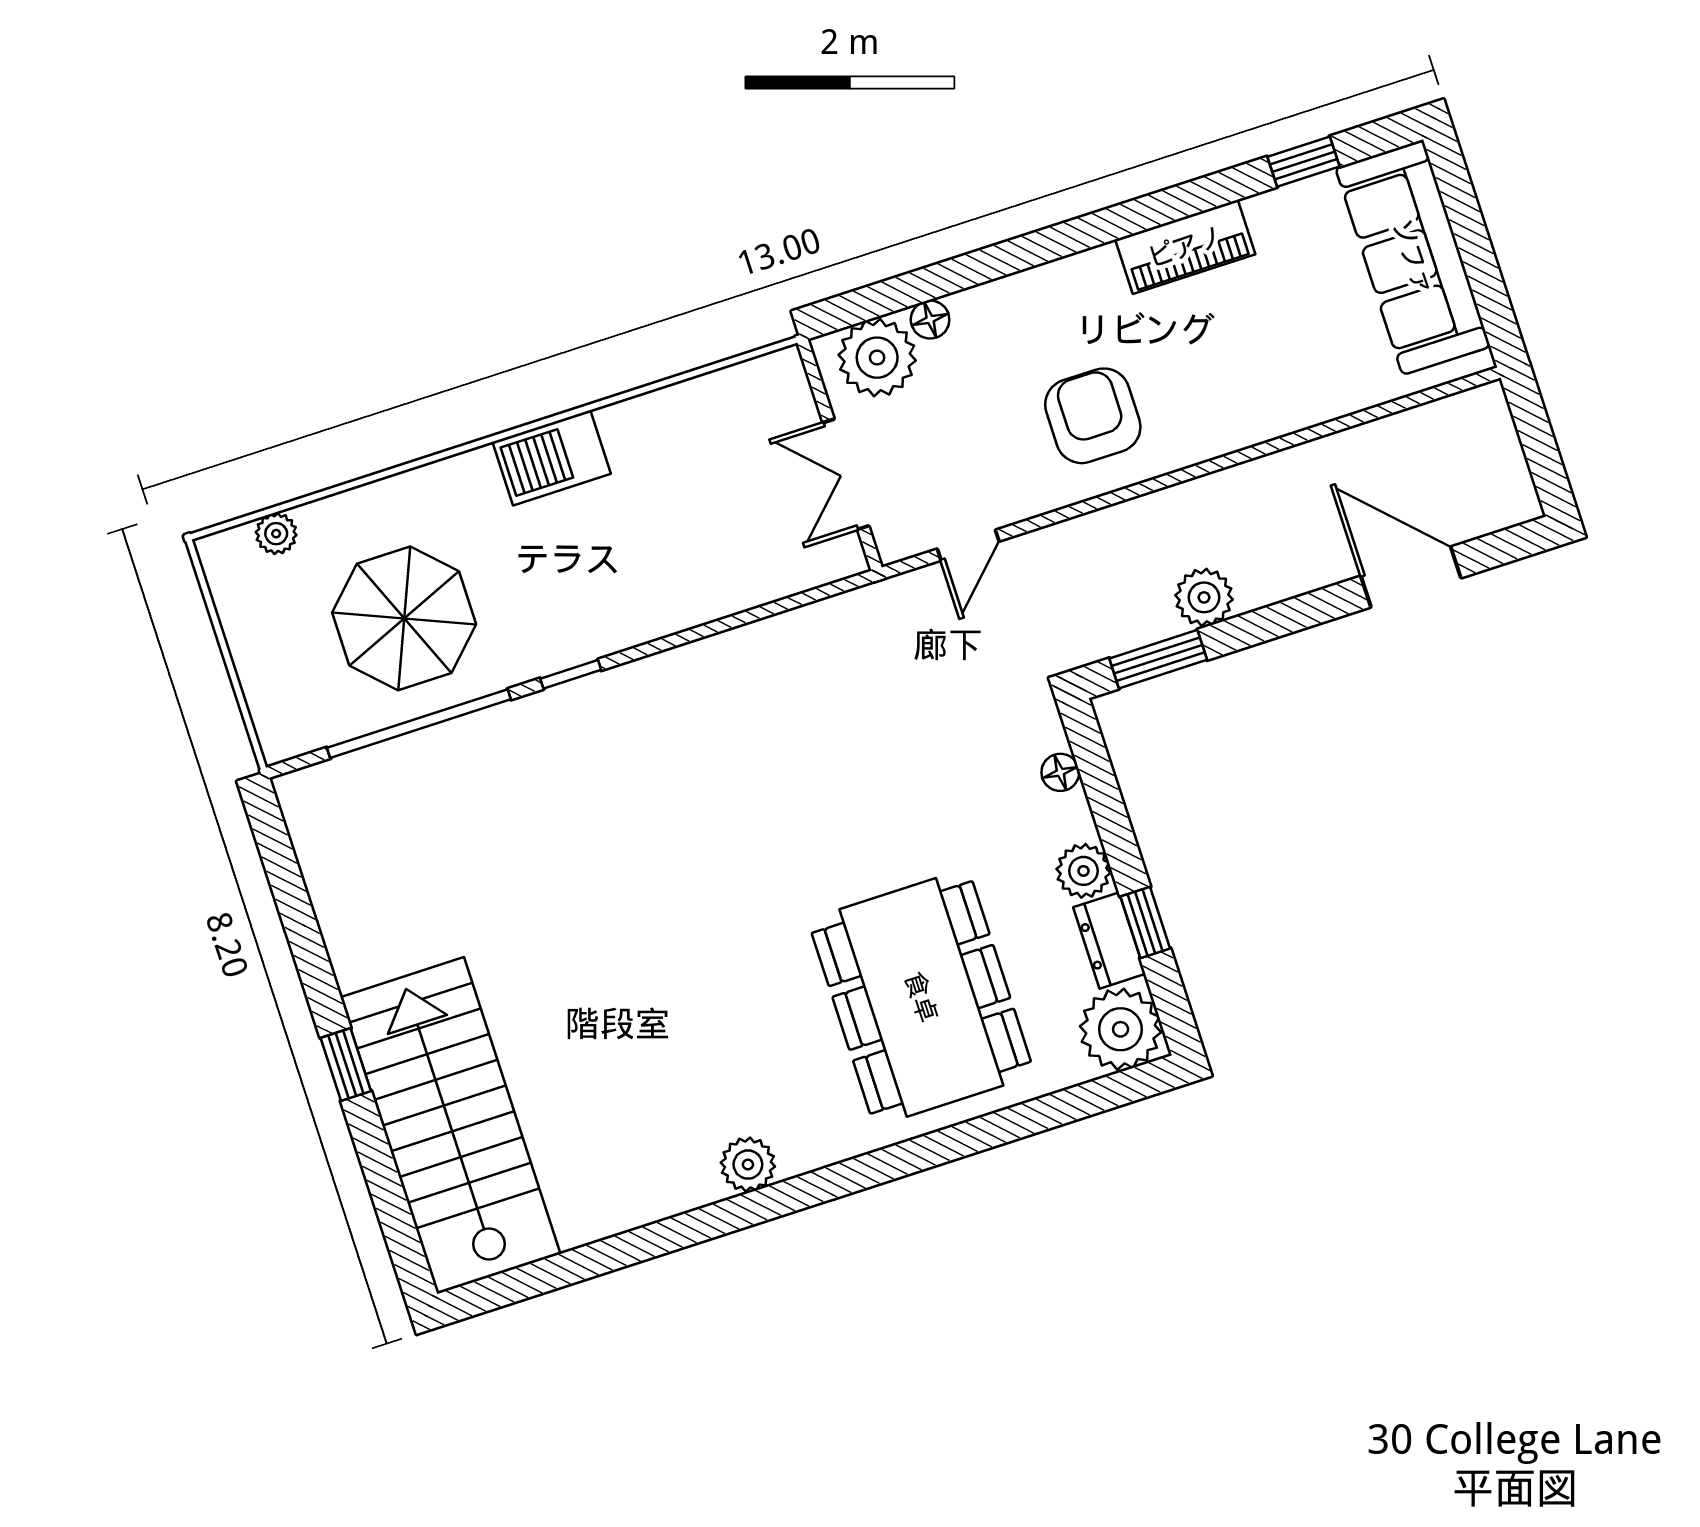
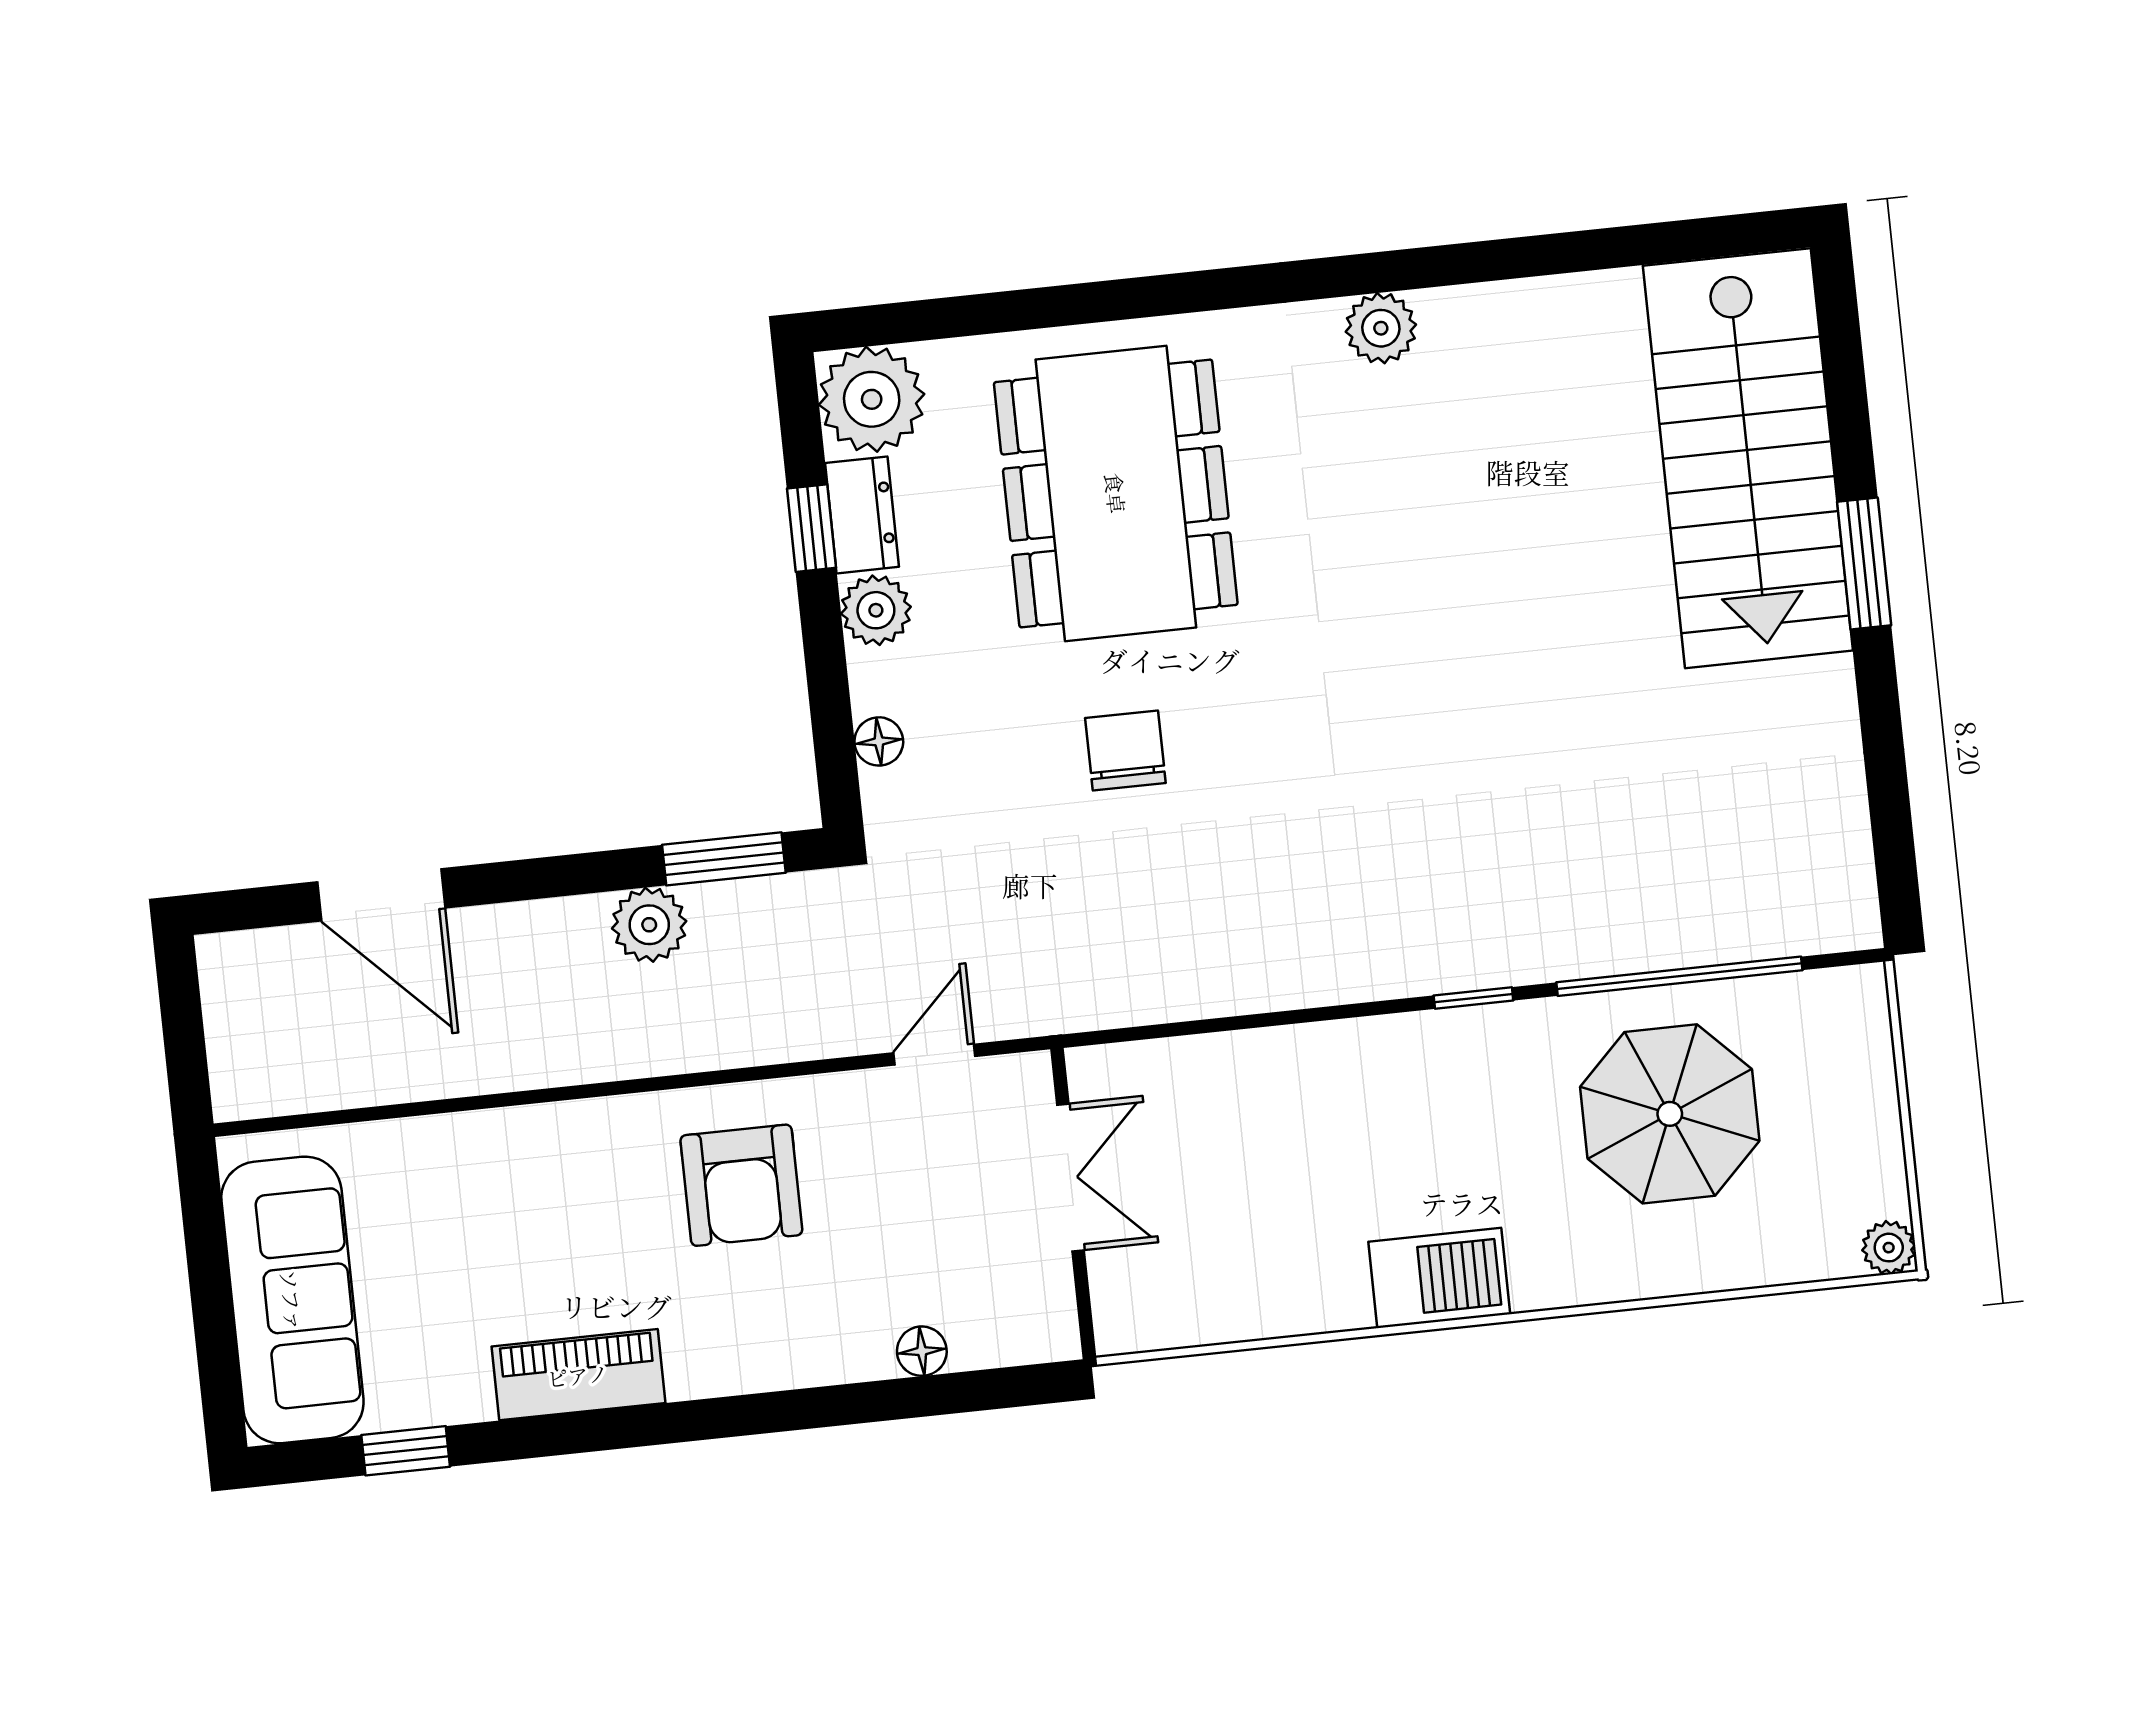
plant: (877, 358) -> (999, 1317), removed
plant: (276, 534) -> (1889, 1248), moved
chair: (873, 805) -> (1125, 750), added
window: (346, 1064) -> (1864, 564), width x1.50

